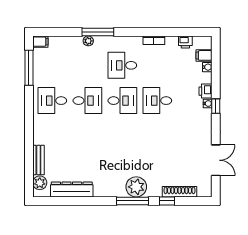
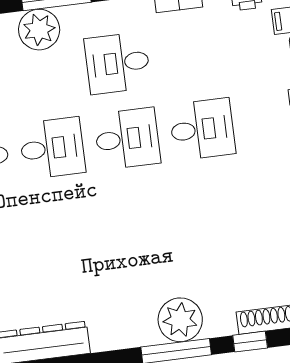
plant: (88, 41) -> (39, 30), width x1.88, depth x1.88
desk: (157, 101) -> (202, 129), turned 180

